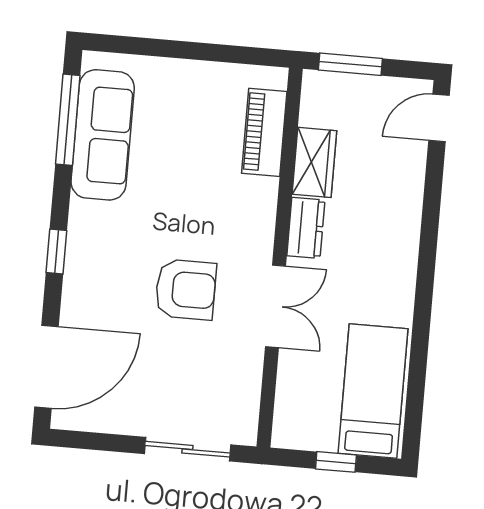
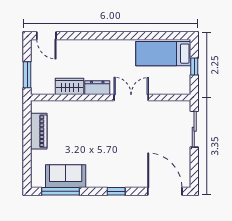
piano: (264, 132) -> (39, 131), moved, turned -90
sofa: (103, 135) -> (66, 176), width x0.73
armchair: (186, 290) -> (127, 136), removed

